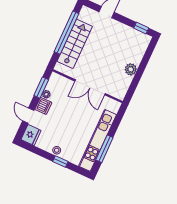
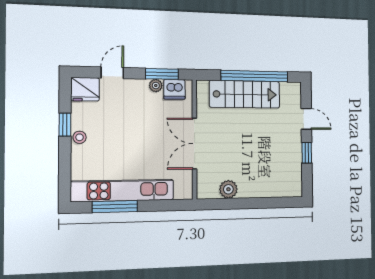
window: (141, 28) -> (307, 153), moved
plant: (131, 69) -> (228, 189), moved
dishwasher: (43, 106) -> (174, 89), moved
window: (60, 161) -> (65, 125), moved

